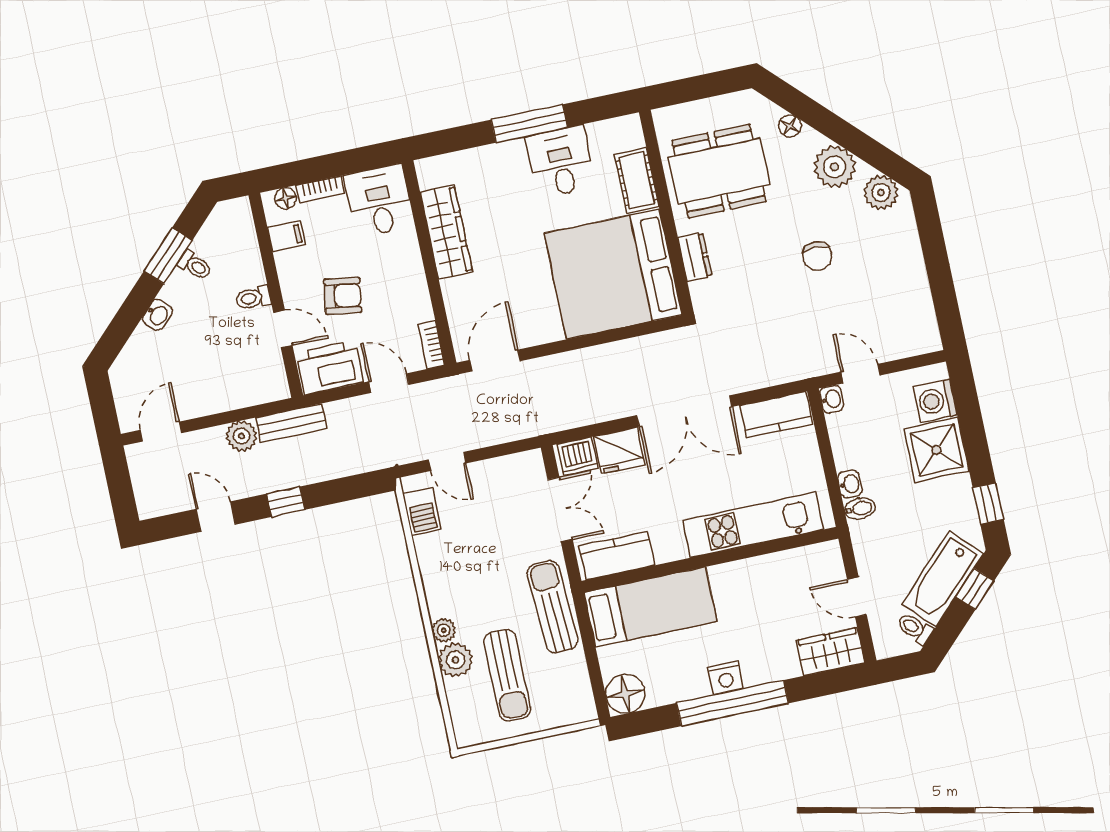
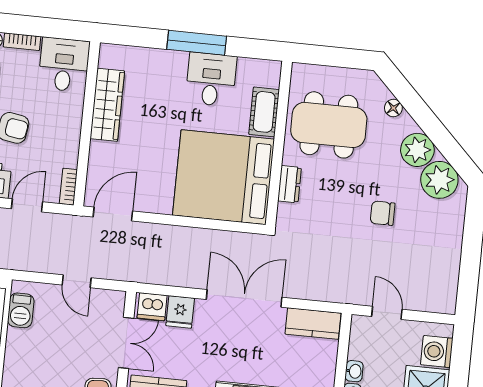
plant: (881, 192) -> (439, 180), width x1.36, depth x1.36
chair: (817, 256) -> (383, 213), turned 90
door: (389, 383) -> (27, 205), hinge flipped
washbasin: (832, 399) -> (354, 371), moved
double door: (684, 411) -> (244, 298), swing flipped
fridge: (619, 451) -> (180, 312), width x0.72
door: (447, 461) -> (77, 281), moved

